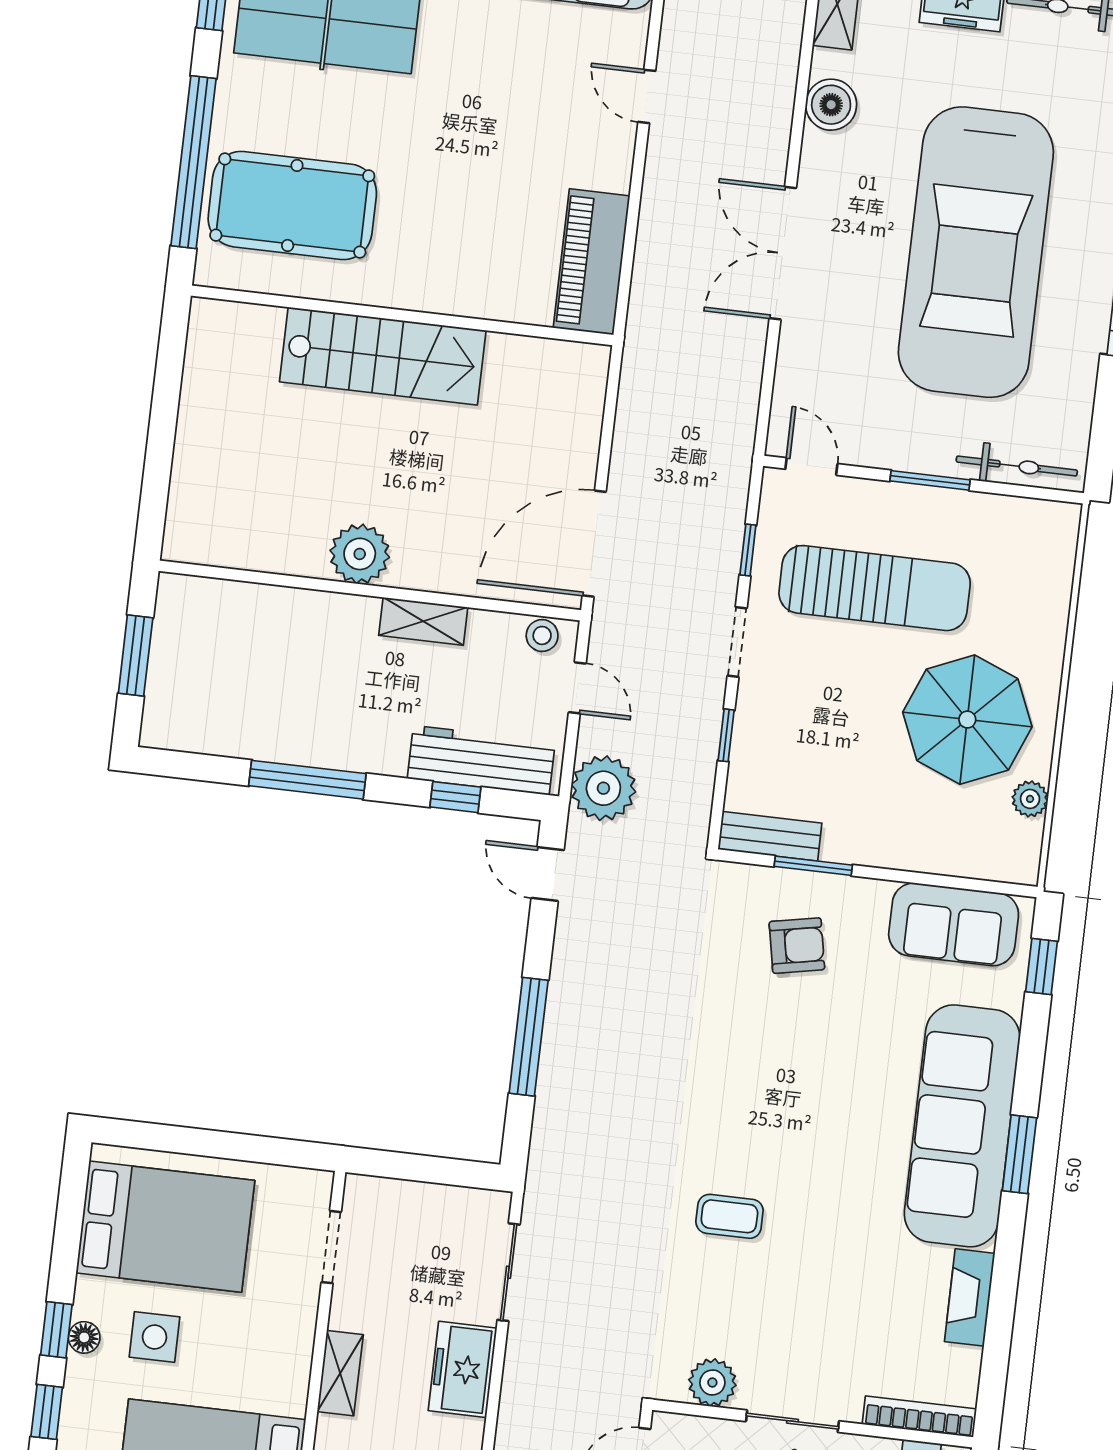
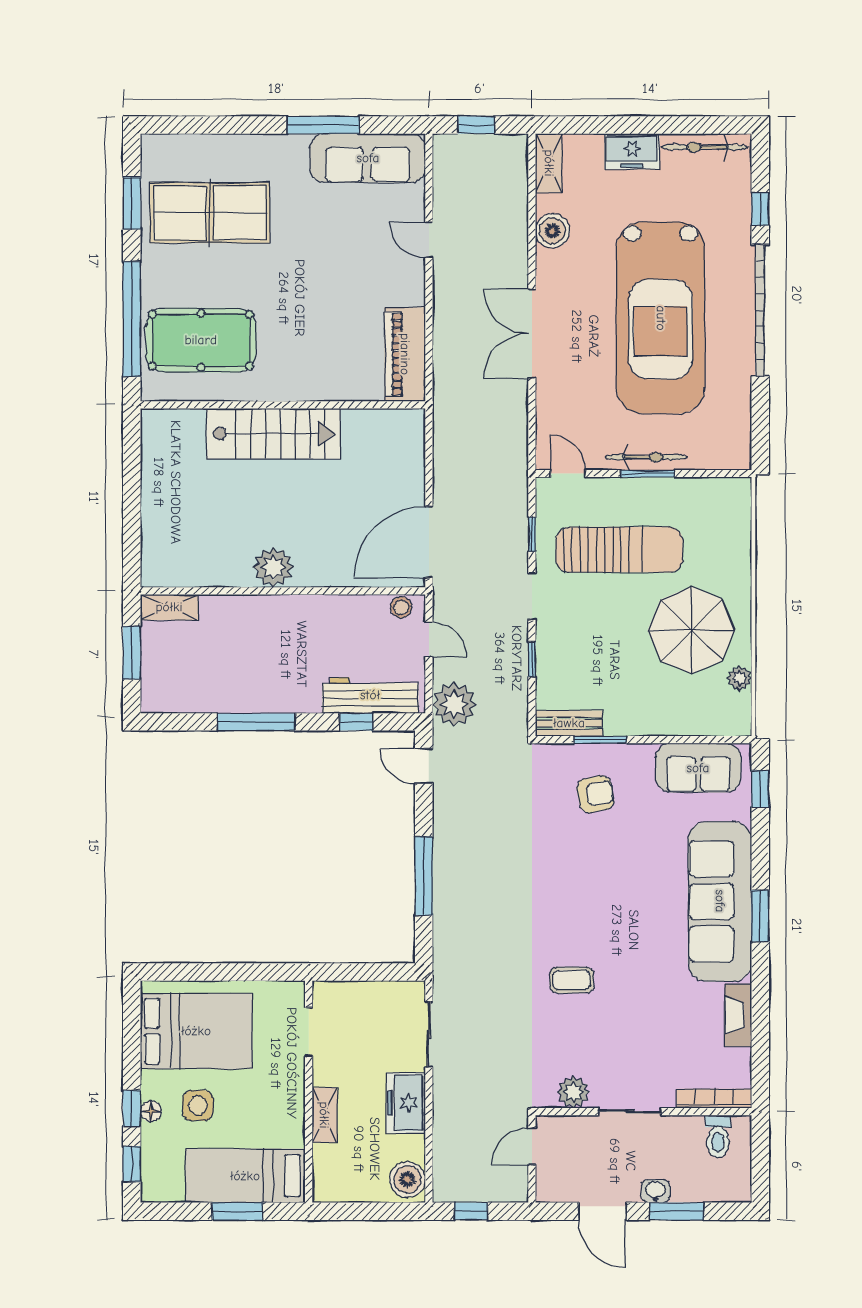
bicycle: (1017, 466) -> (646, 457), moved
shelving: (423, 621) -> (169, 607), moved

